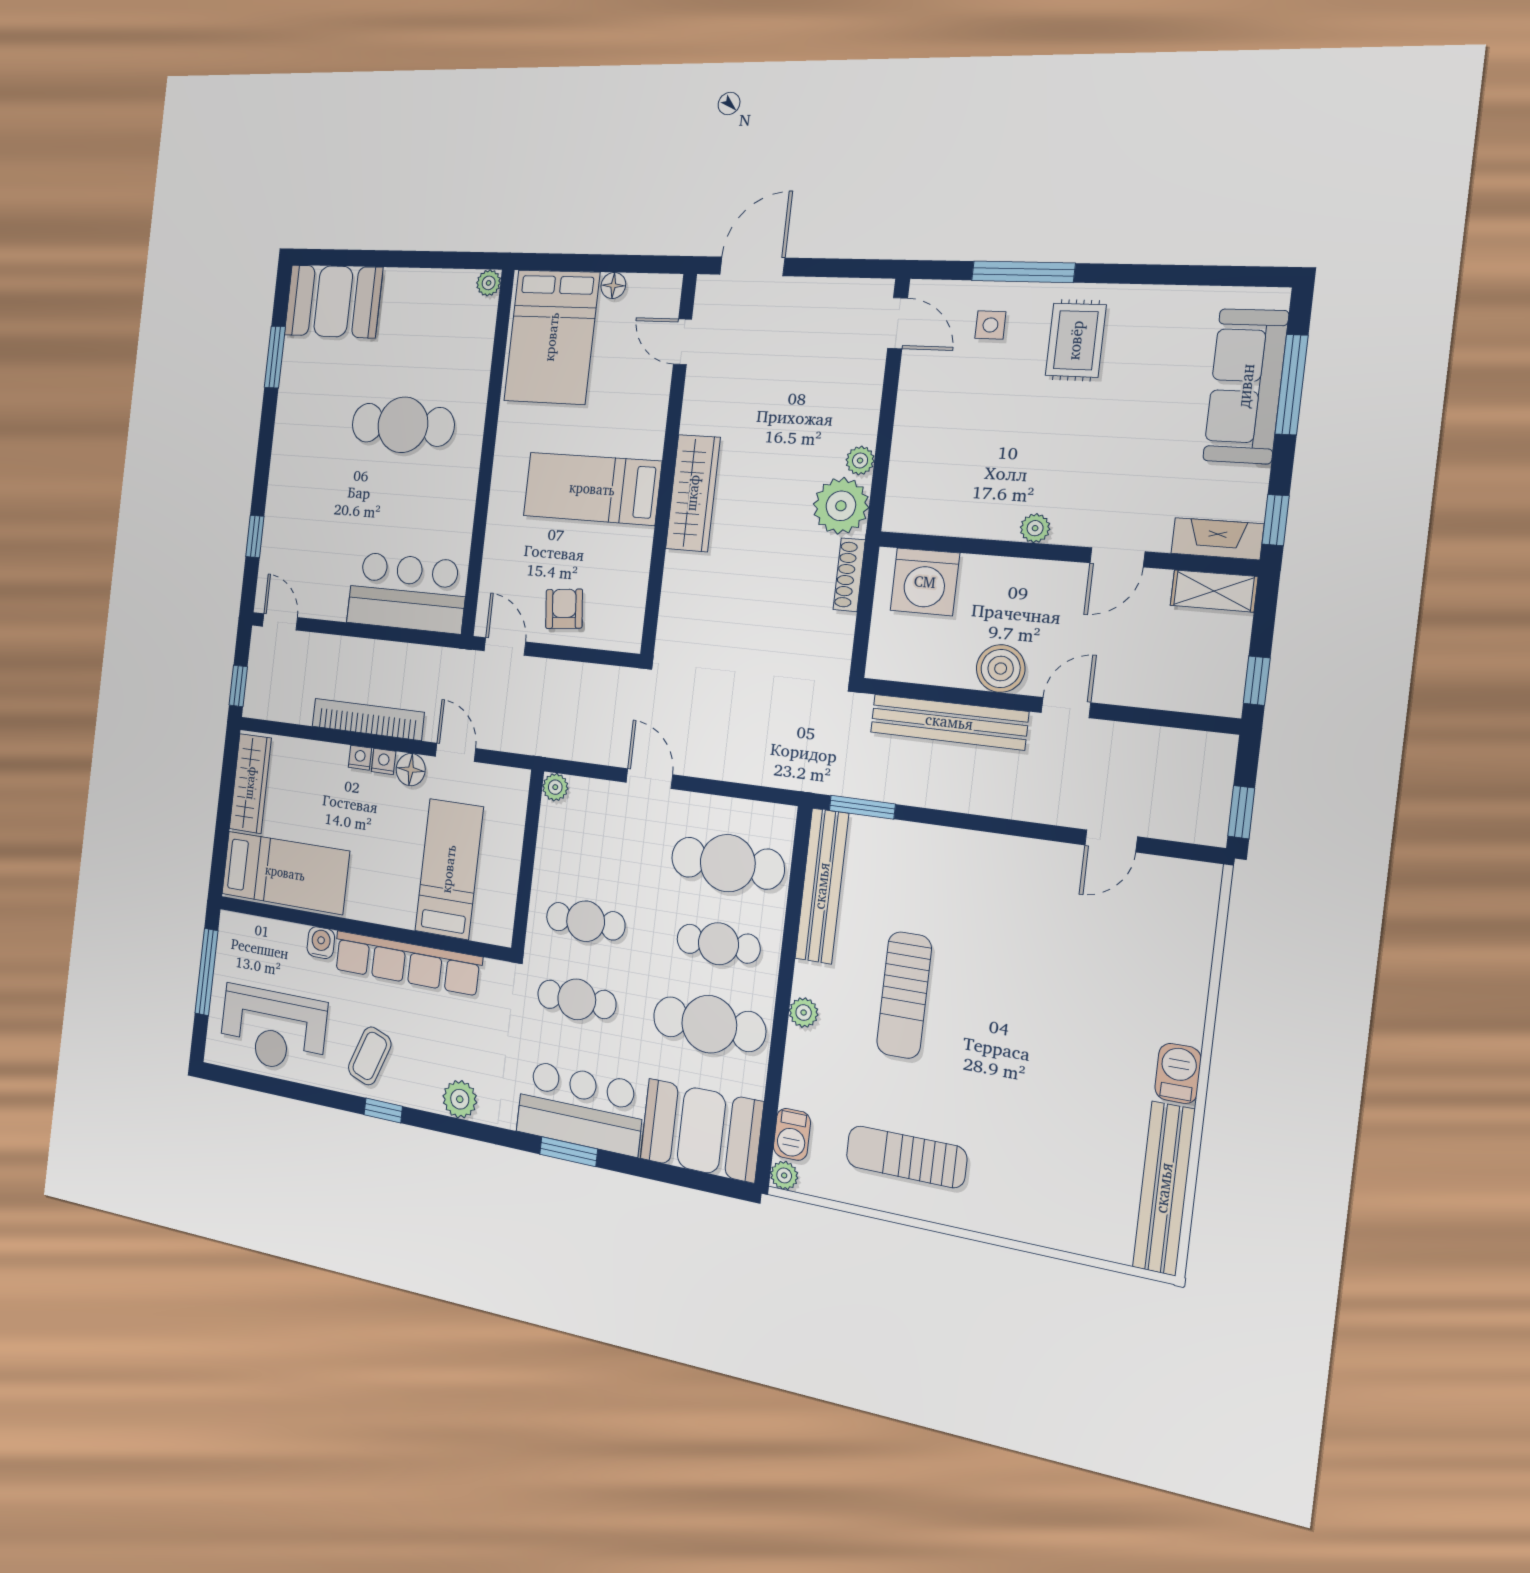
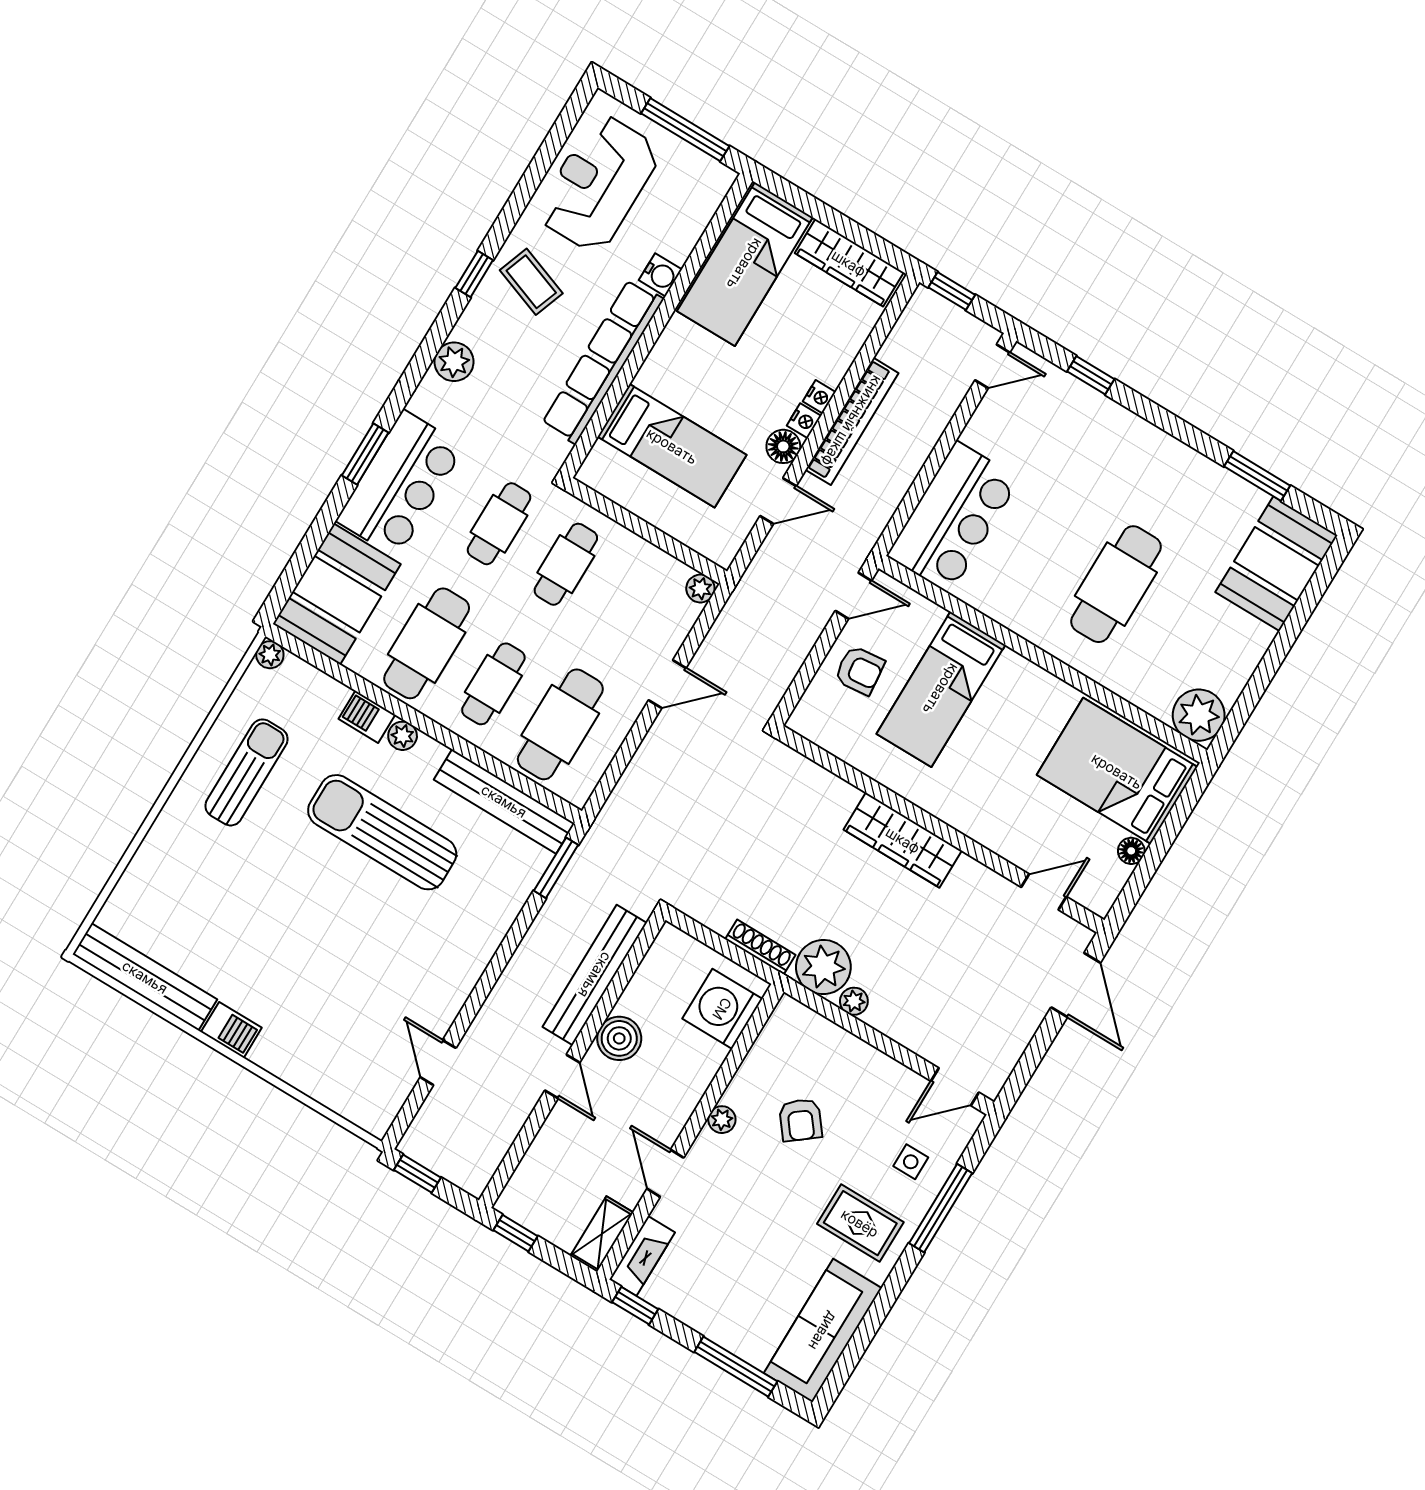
plant: (489, 283) -> (1199, 715), width x1.88, depth x1.88
sofa: (1246, 386) -> (823, 1331), moved, turned -90
armchair: (999, 452) -> (800, 1120), added
bed: (592, 489) -> (941, 689), moved, turned 180
sun lounger: (904, 995) -> (382, 832), width x1.36, depth x1.34
barbecue: (792, 1134) -> (367, 717), moved

